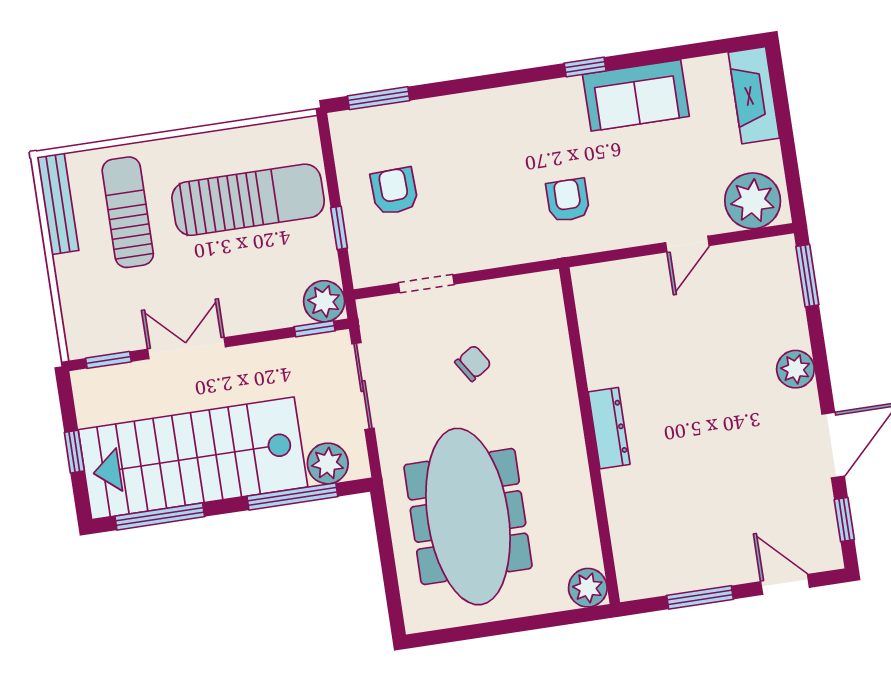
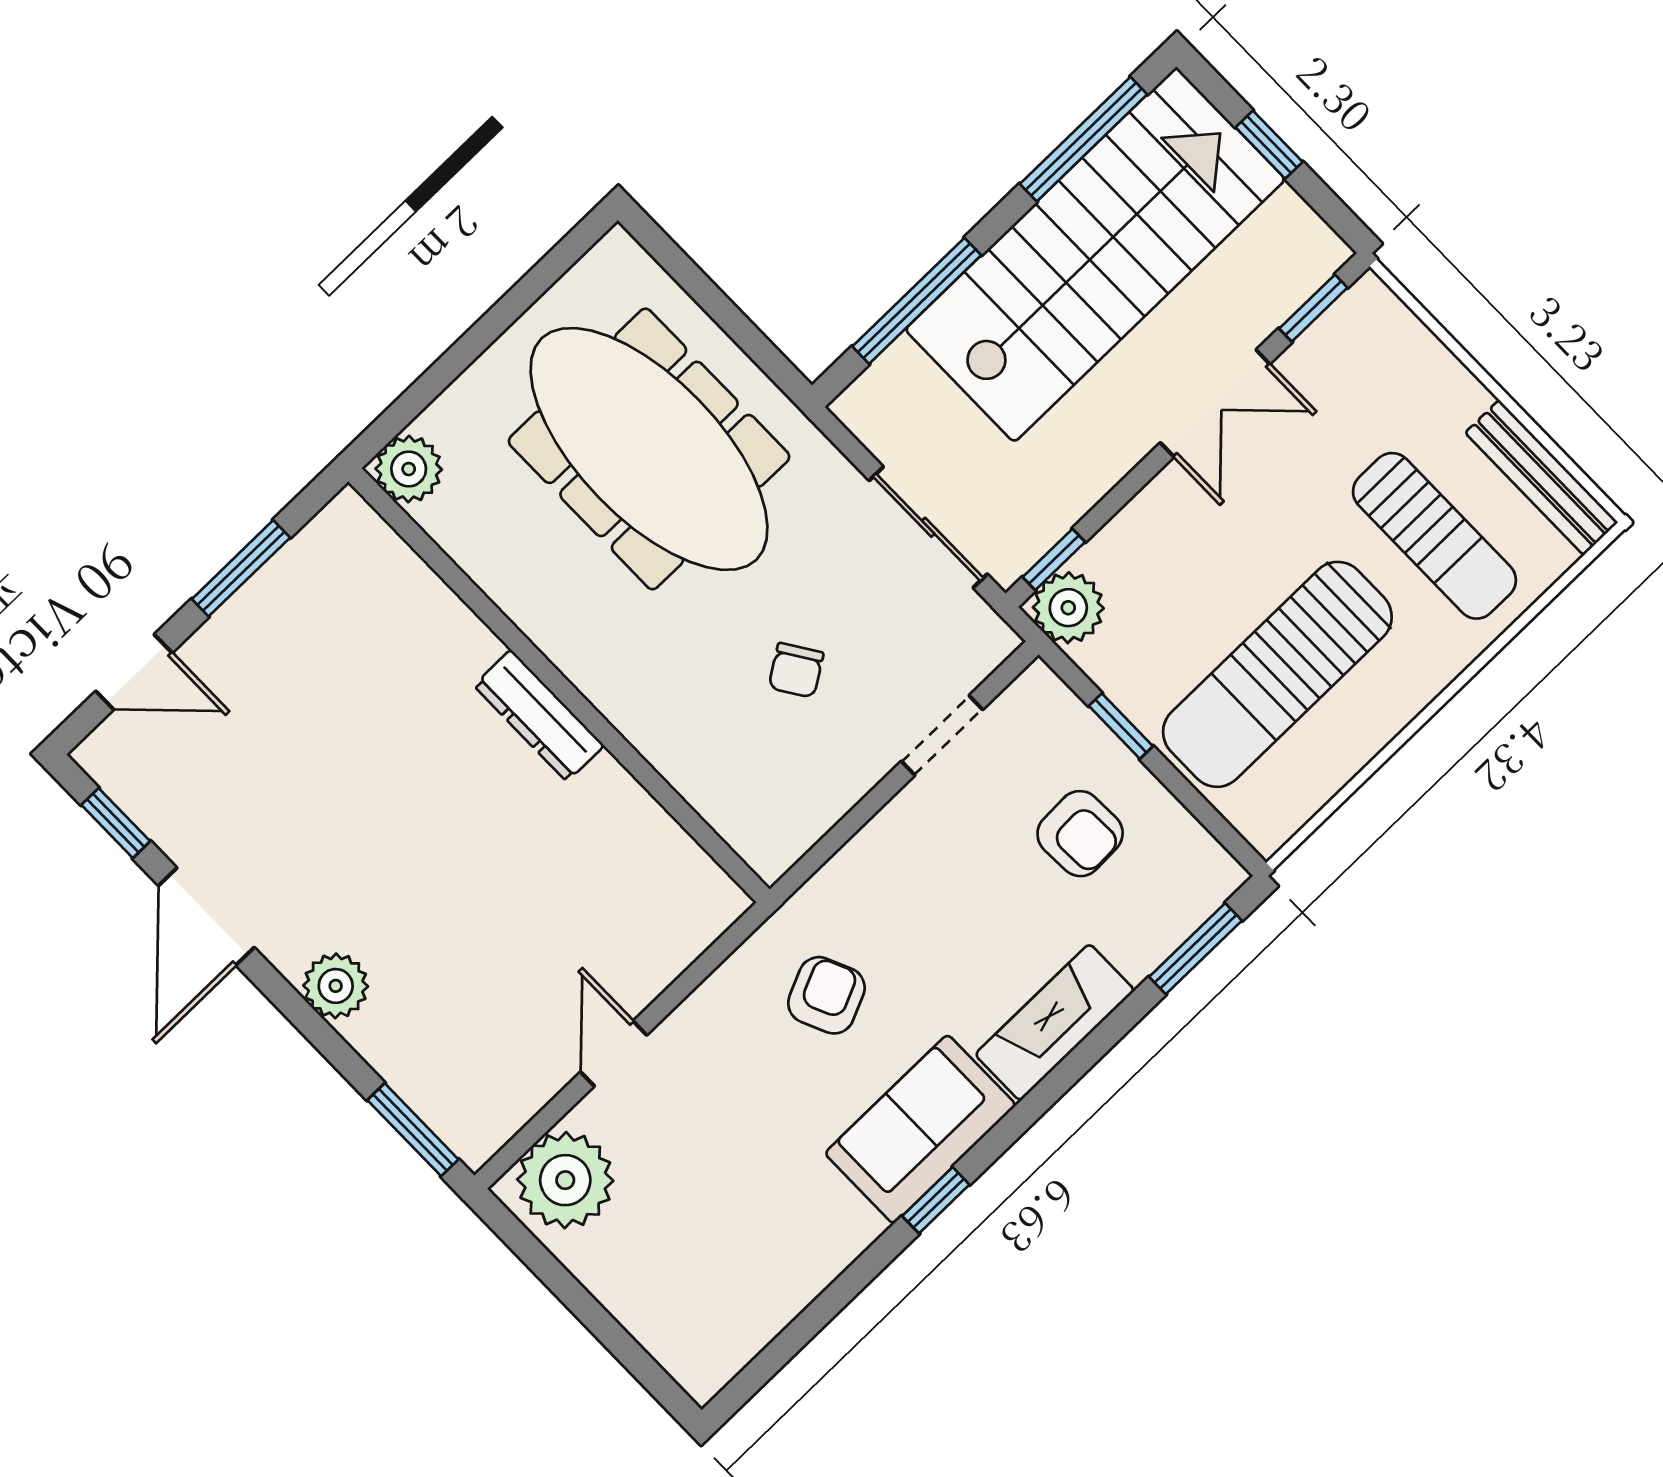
sofa: (636, 95) -> (920, 1129), moved
fireplace: (754, 95) -> (1055, 1022), moved, turned -90
armchair: (568, 200) -> (826, 995), turned -114
plant: (328, 463) -> (900, 383), removed

